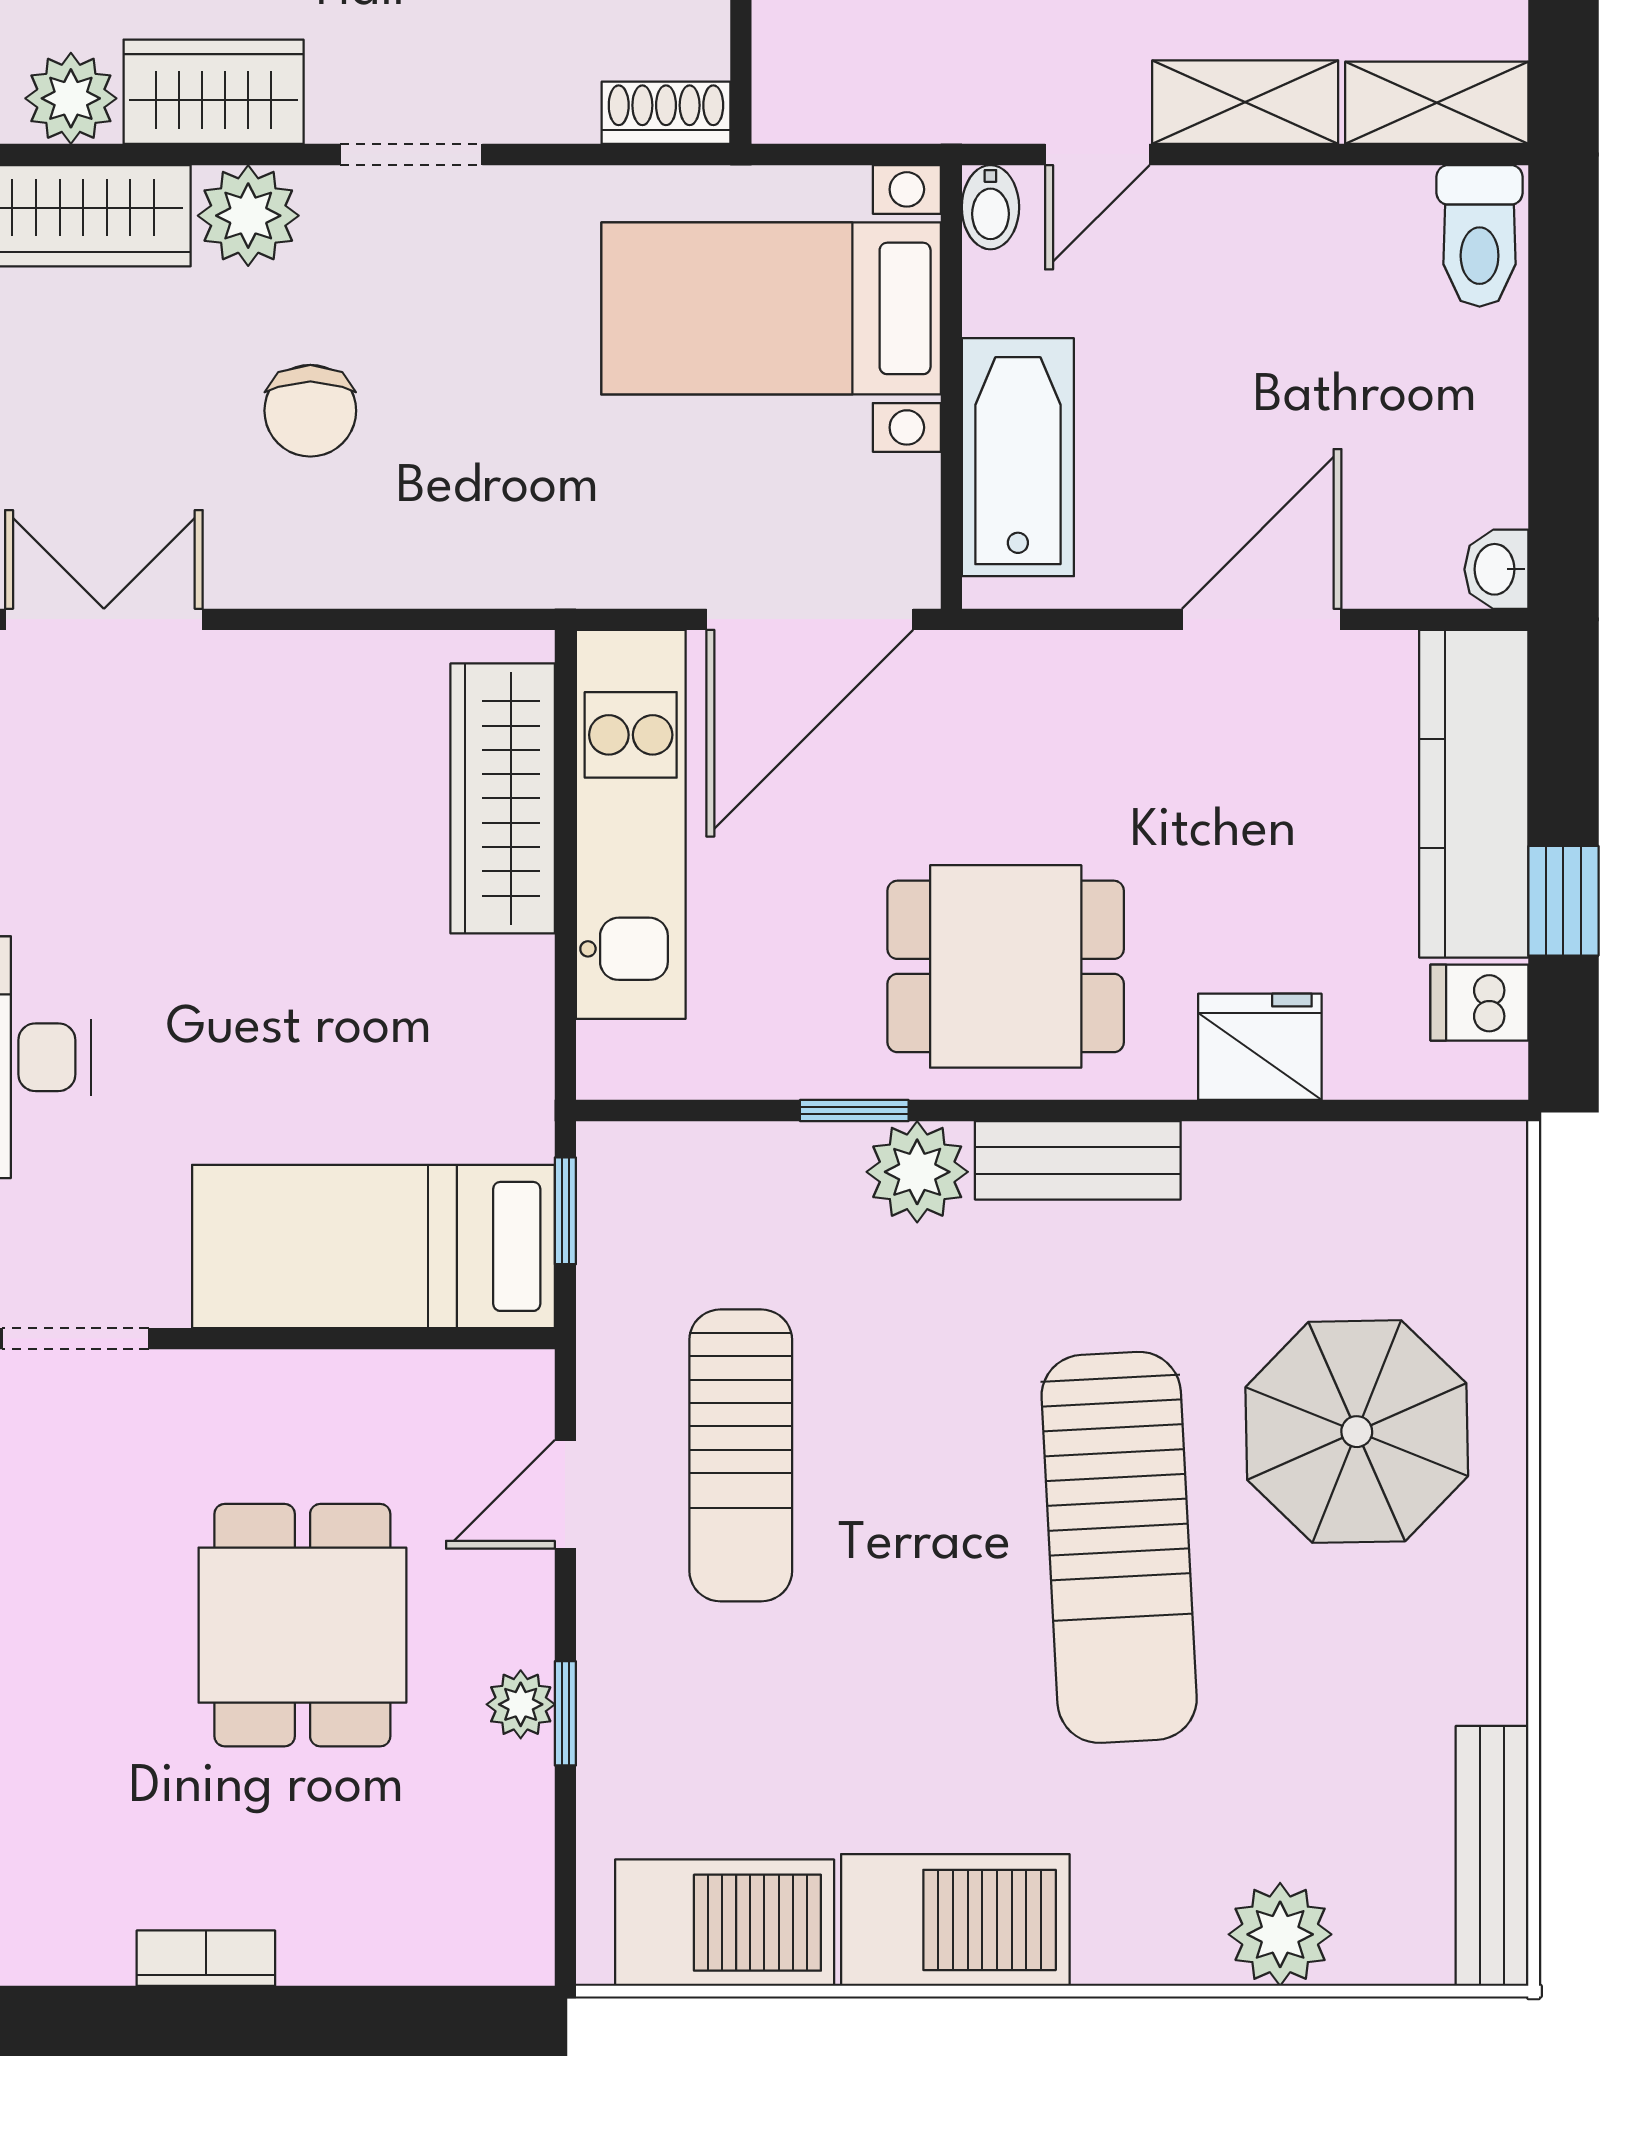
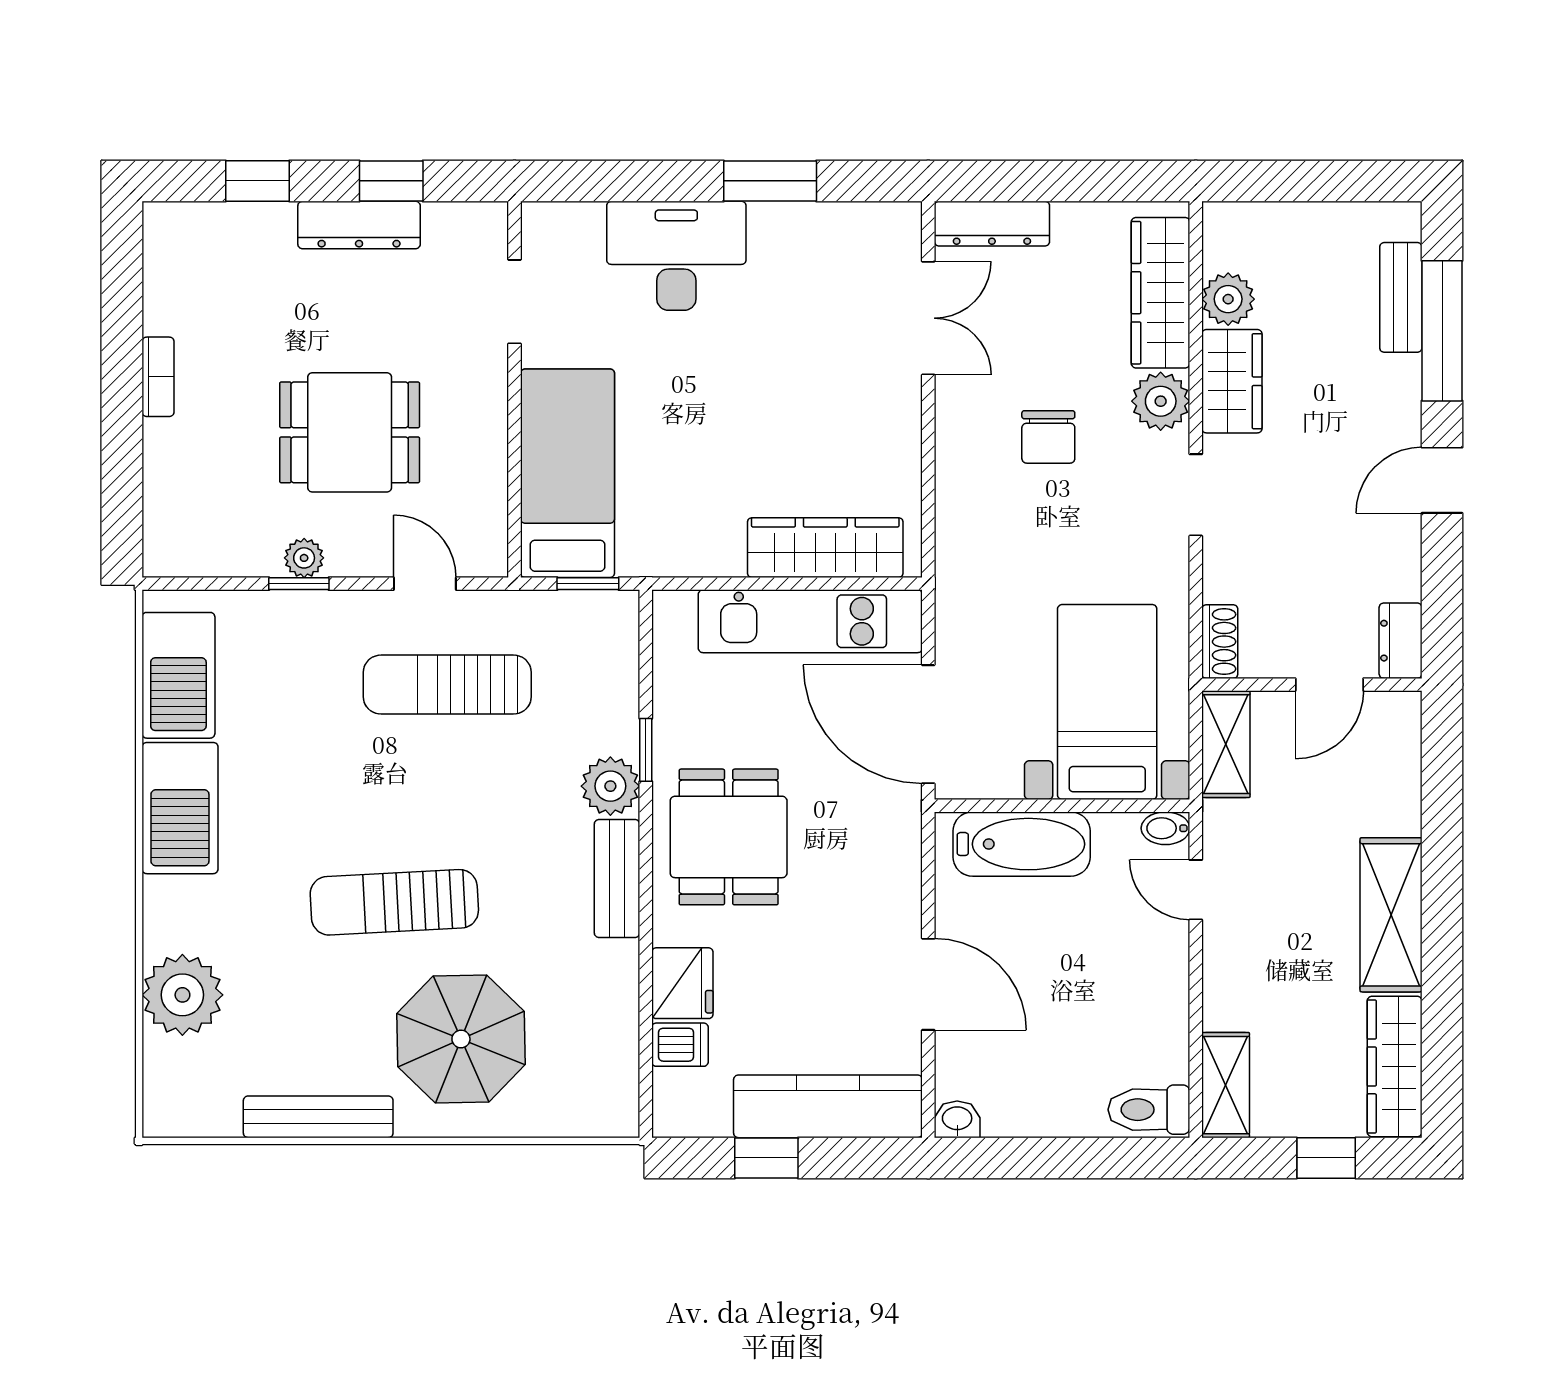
shelving: (1245, 102) -> (1226, 744), moved
chair: (310, 411) -> (1048, 437), turned -90
dishwasher: (1479, 1003) -> (680, 1045), moved, turned 90
sun lounger: (1119, 1547) -> (394, 902), width x0.73, depth x0.75
bench: (1492, 1856) -> (318, 1117), moved
plant: (1280, 1934) -> (182, 995), width x1.36, depth x1.36

